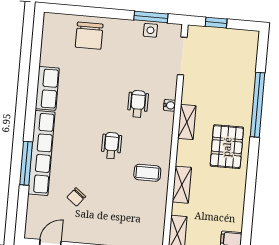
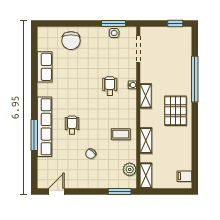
window: (216, 23) -> (175, 23), moved
row of seats: (47, 88) -> (45, 67), moved
wheelchair: (111, 146) -> (72, 125), moved
chair: (76, 197) -> (91, 154), moved
plant: (155, 223) -> (130, 169), added

